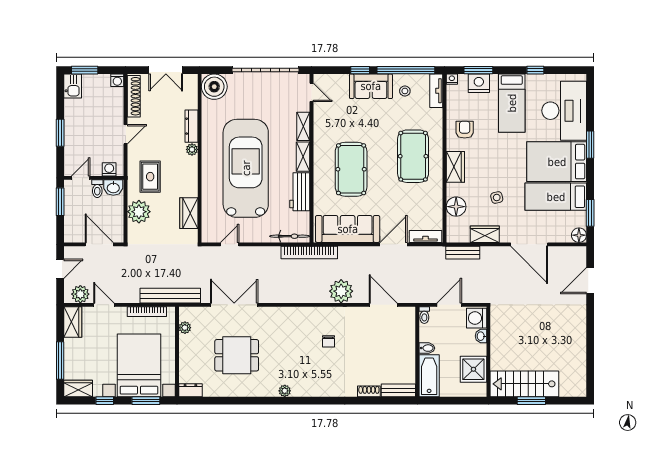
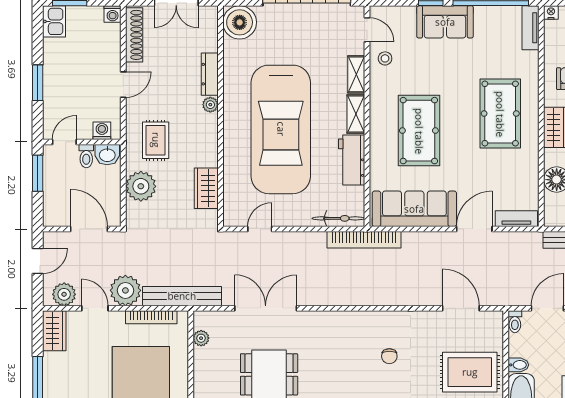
stool: (405, 91) -> (385, 58), moved
car: (246, 168) -> (281, 129), turned 180
plant: (341, 291) -> (125, 290), moved
rug: (390, 354) -> (470, 372), added

